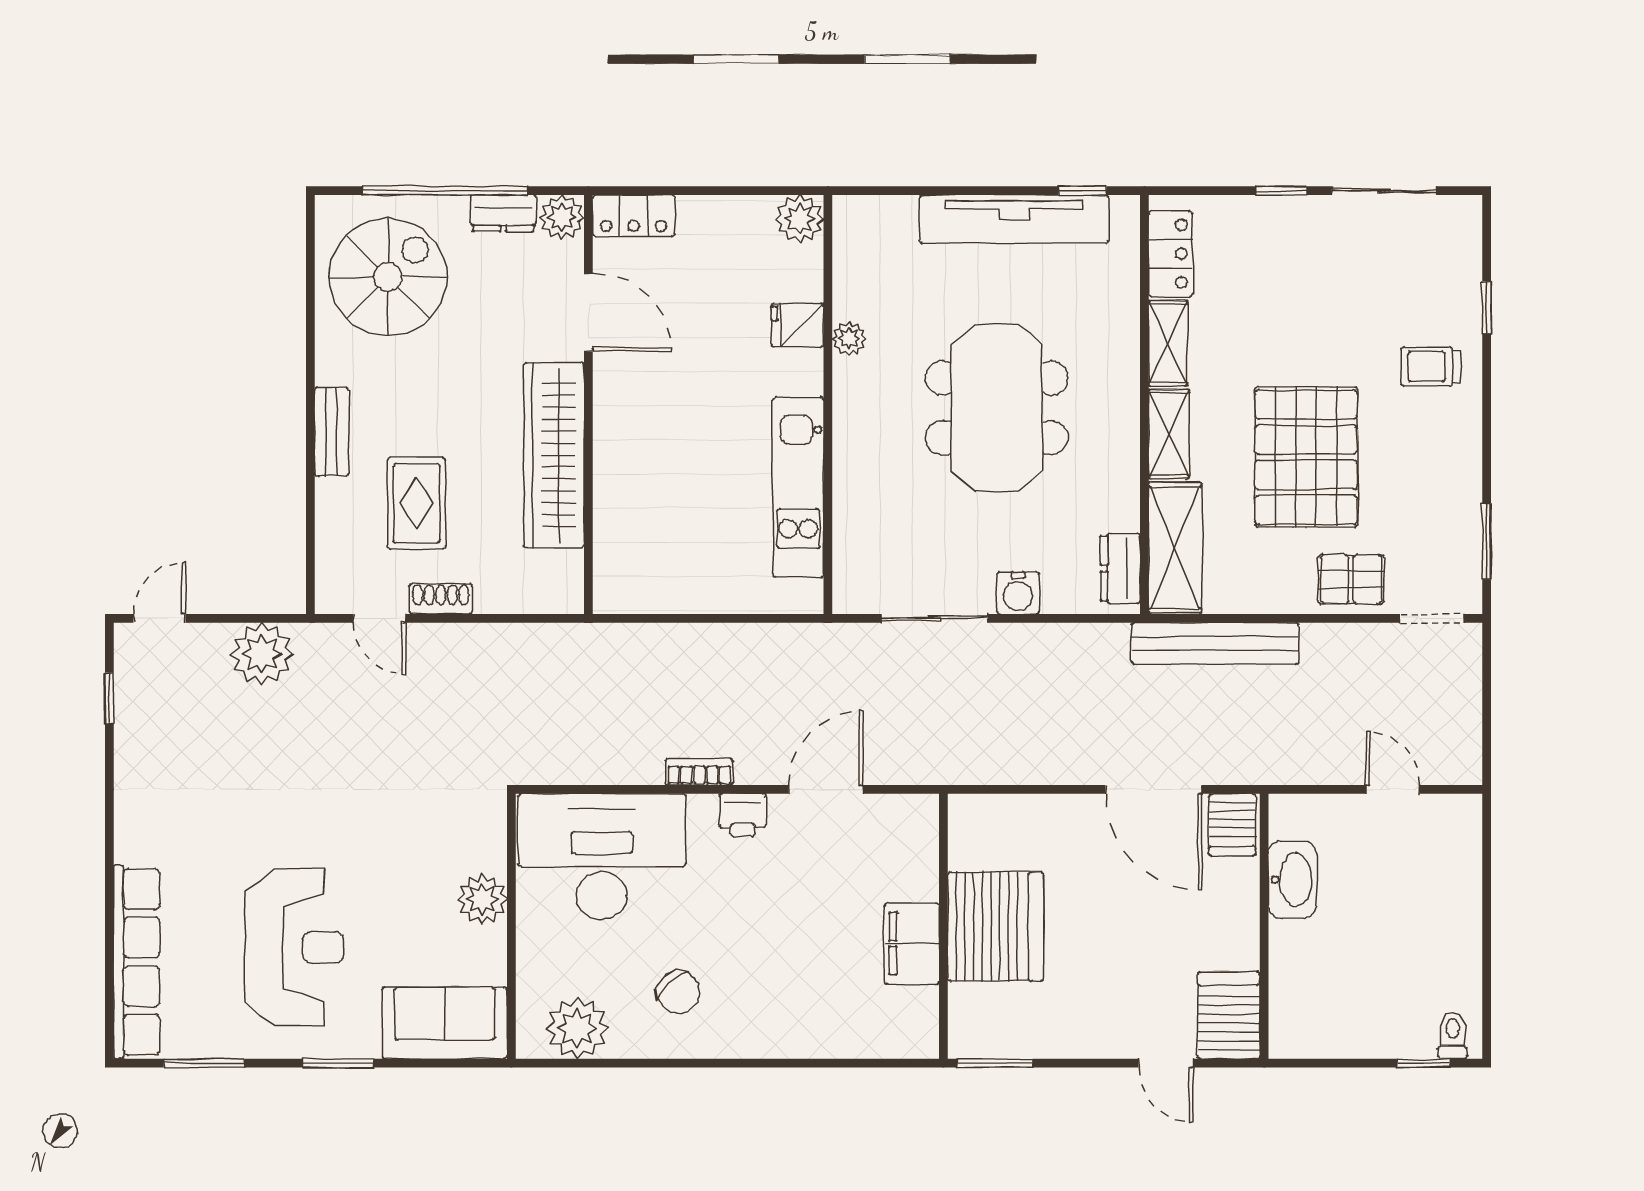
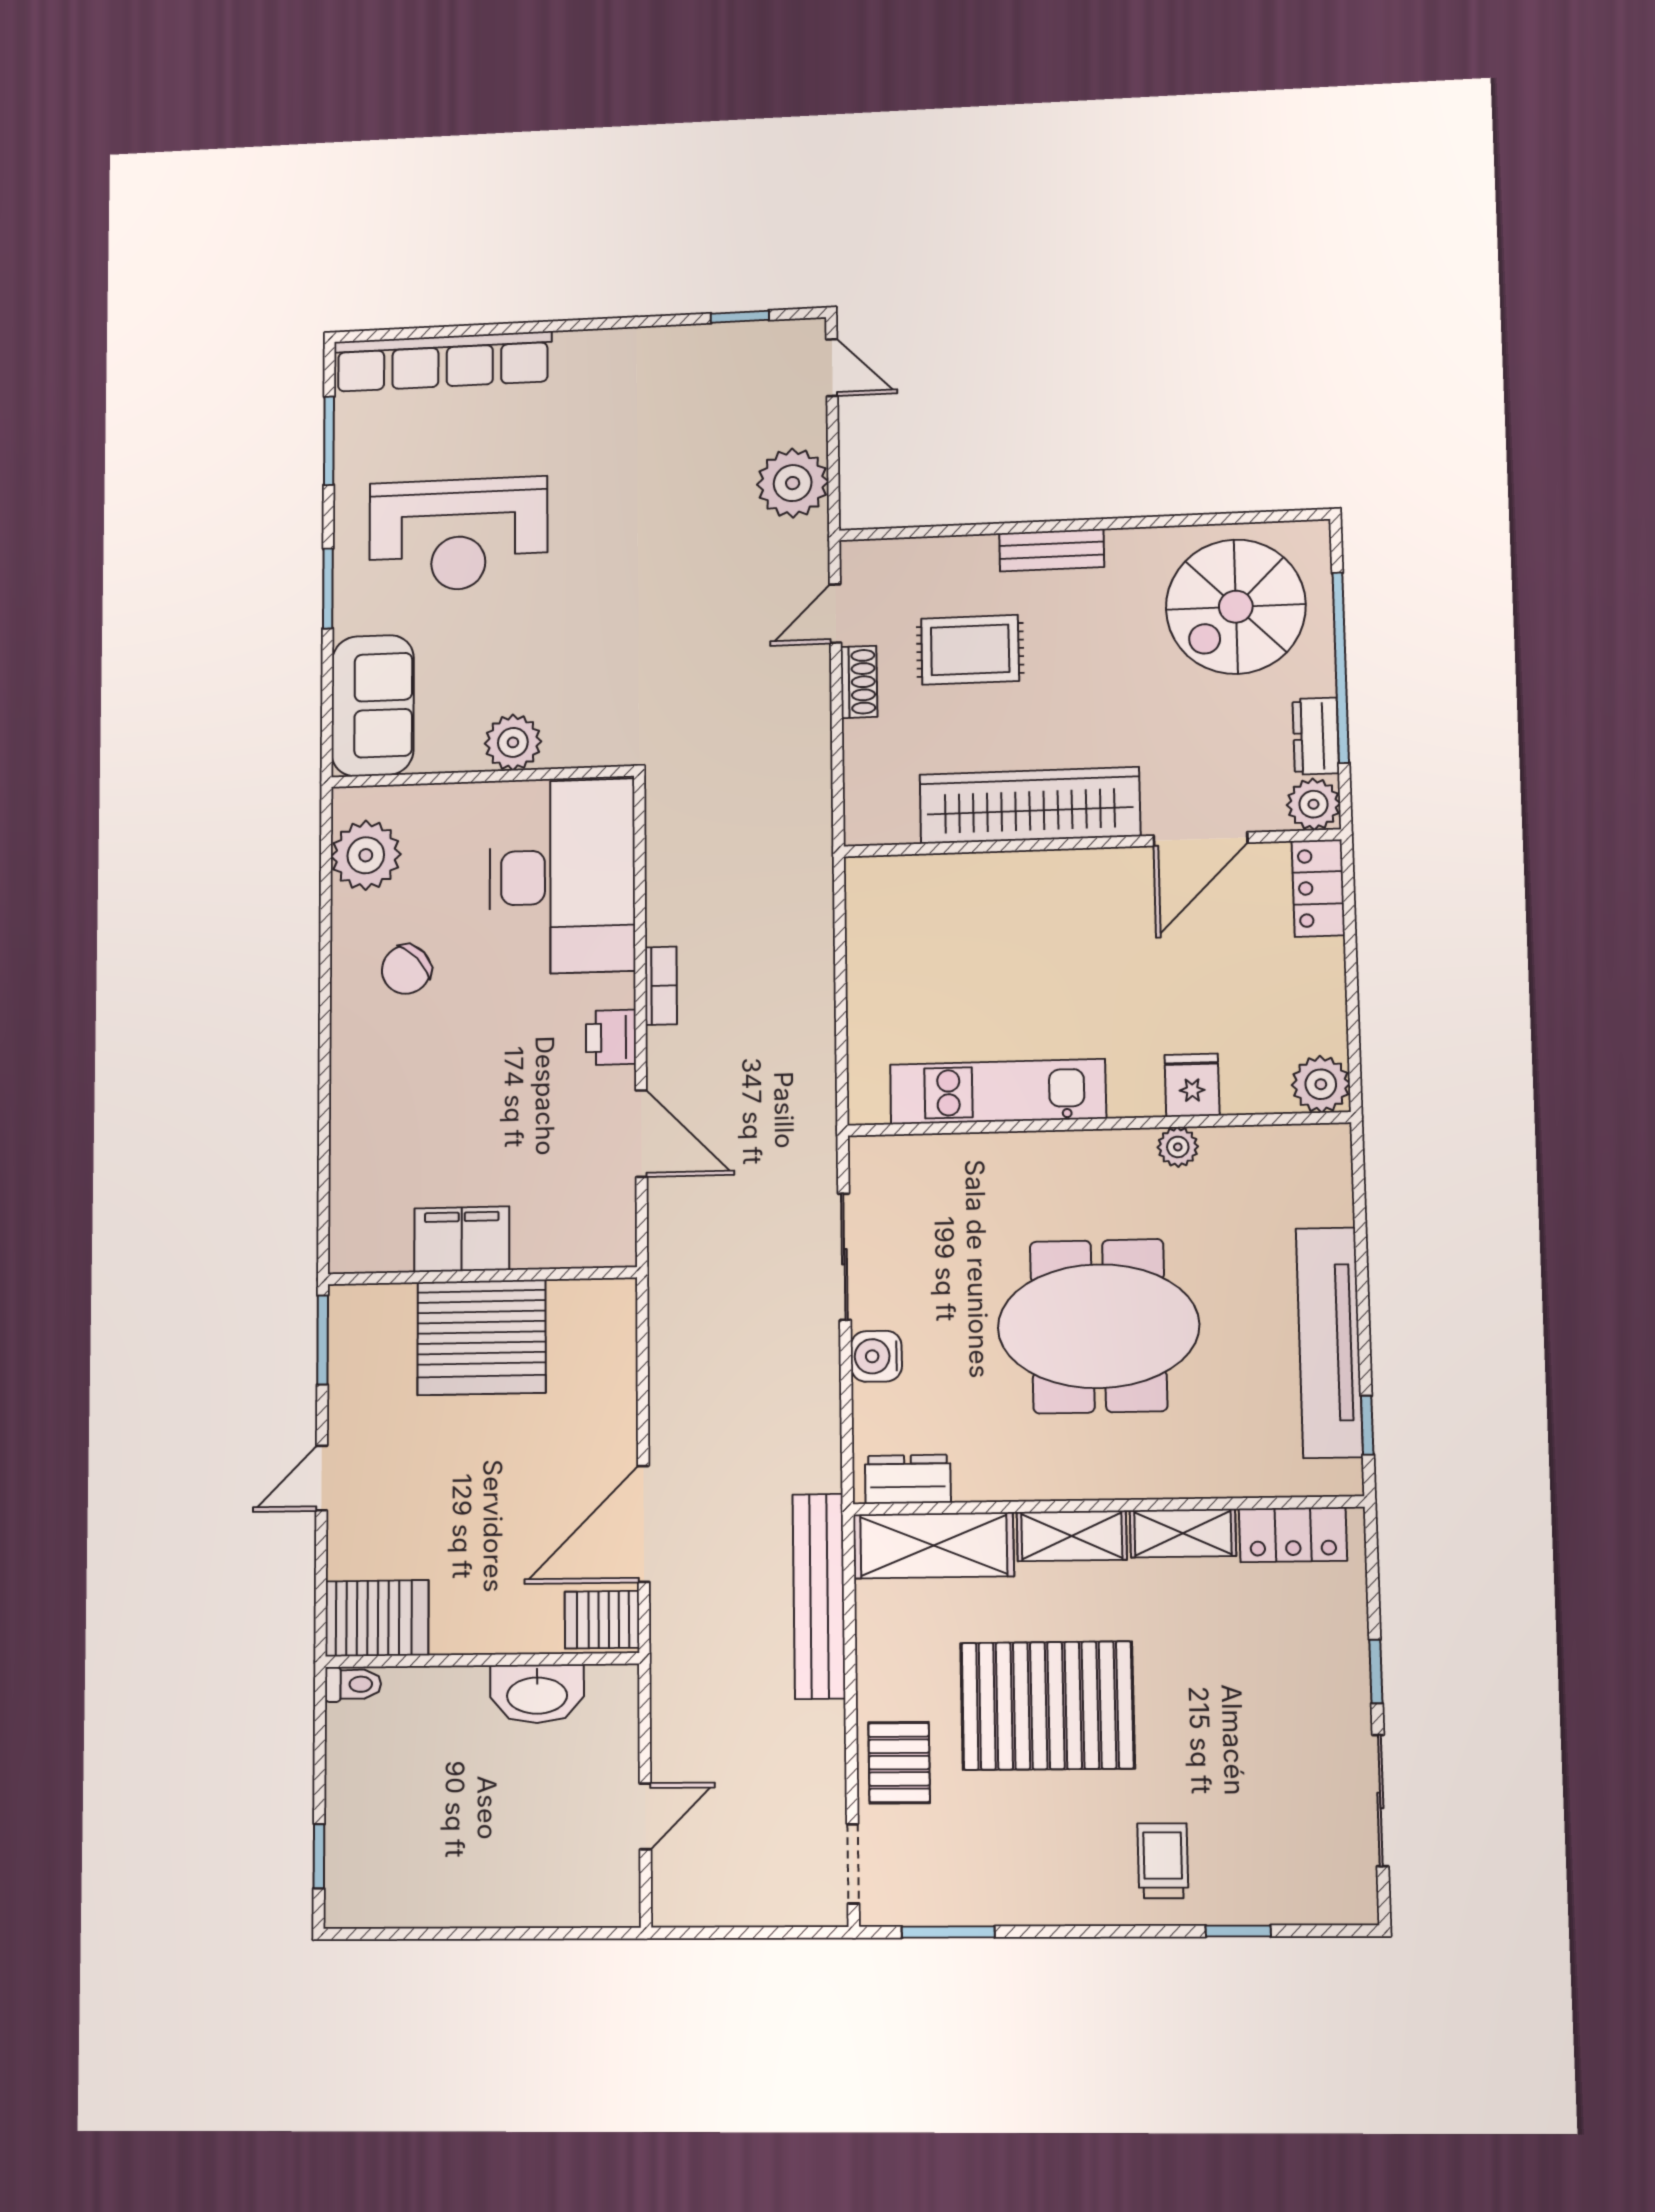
spiral stairs: (388, 277) -> (1236, 607), turned 90
toilet: (1453, 1035) -> (353, 1684), moved
door: (1166, 1063) -> (322, 1478), moved

